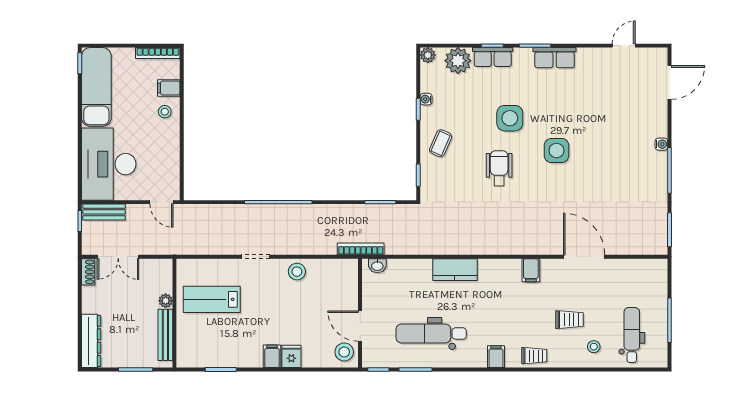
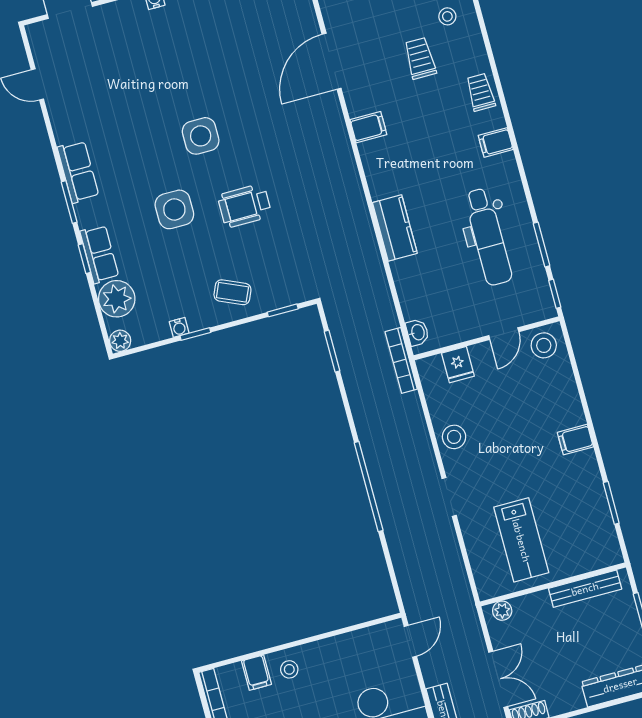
plant: (166, 301) -> (502, 611), moved
door: (360, 326) -> (504, 334), width x0.73
fridge: (291, 356) -> (458, 365), moved, turned -90

